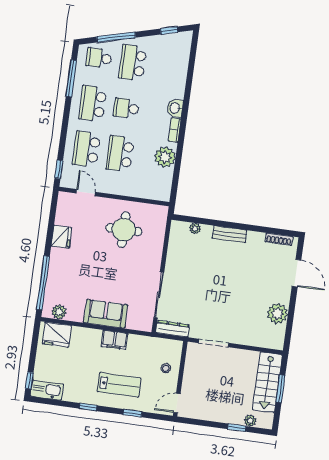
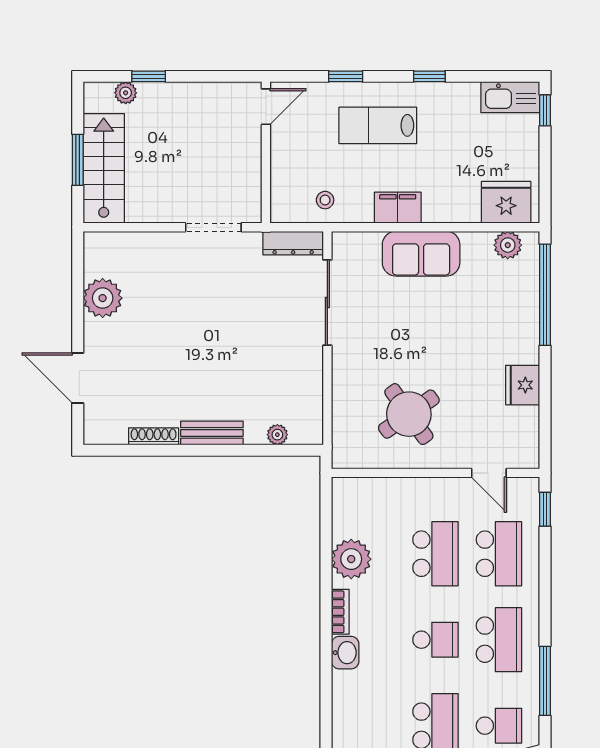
round table: (124, 230) -> (409, 414), turned -35
shoe rack: (279, 239) -> (154, 436), moved
stool: (166, 368) -> (325, 200), moved

